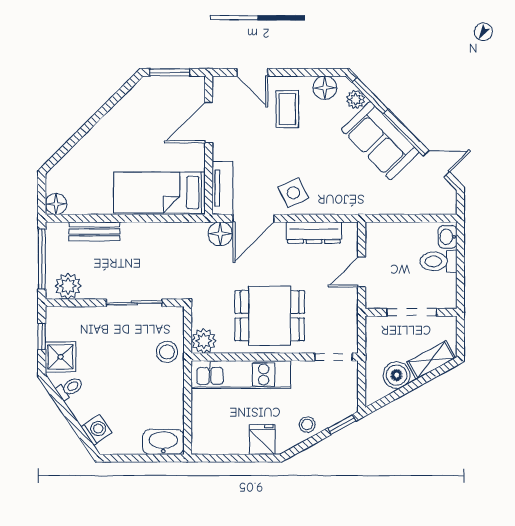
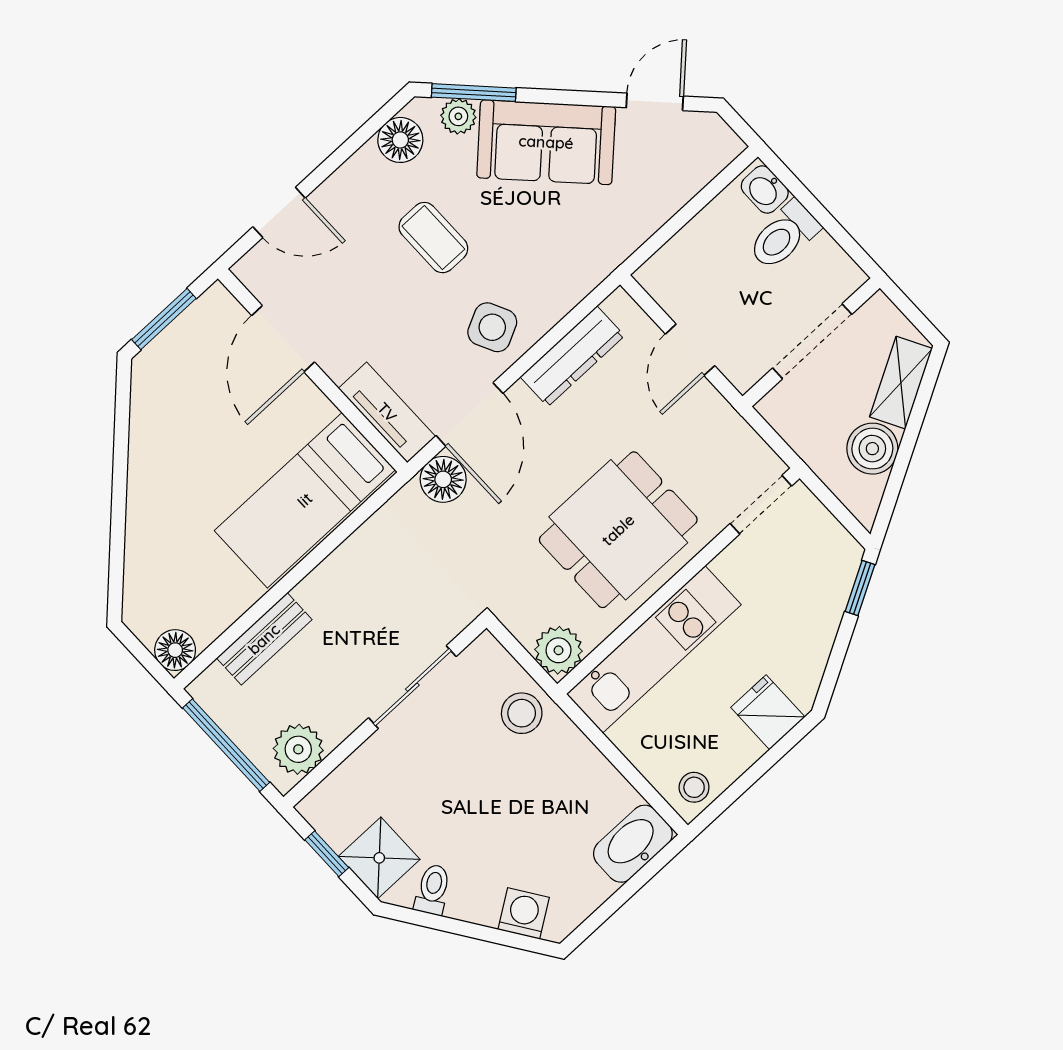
coffee table: (287, 109) -> (433, 238), moved
stool: (307, 424) -> (694, 787), moved

